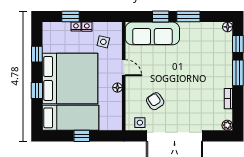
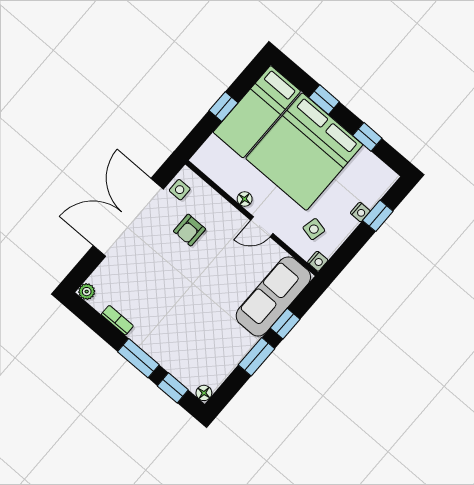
nightstand: (87, 27) -> (318, 261), moved
armchair: (155, 101) -> (189, 230), turned 124

